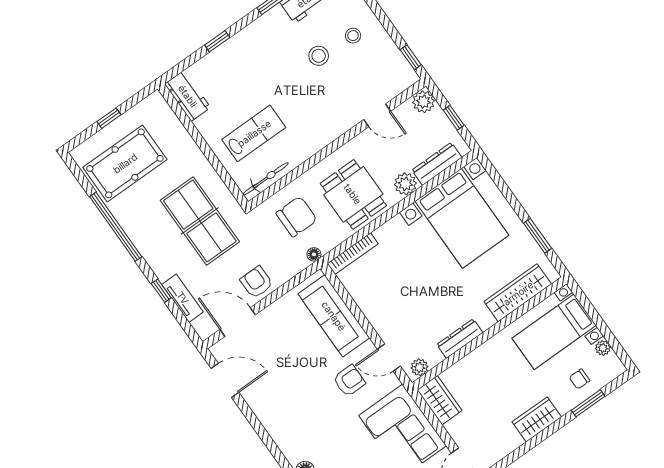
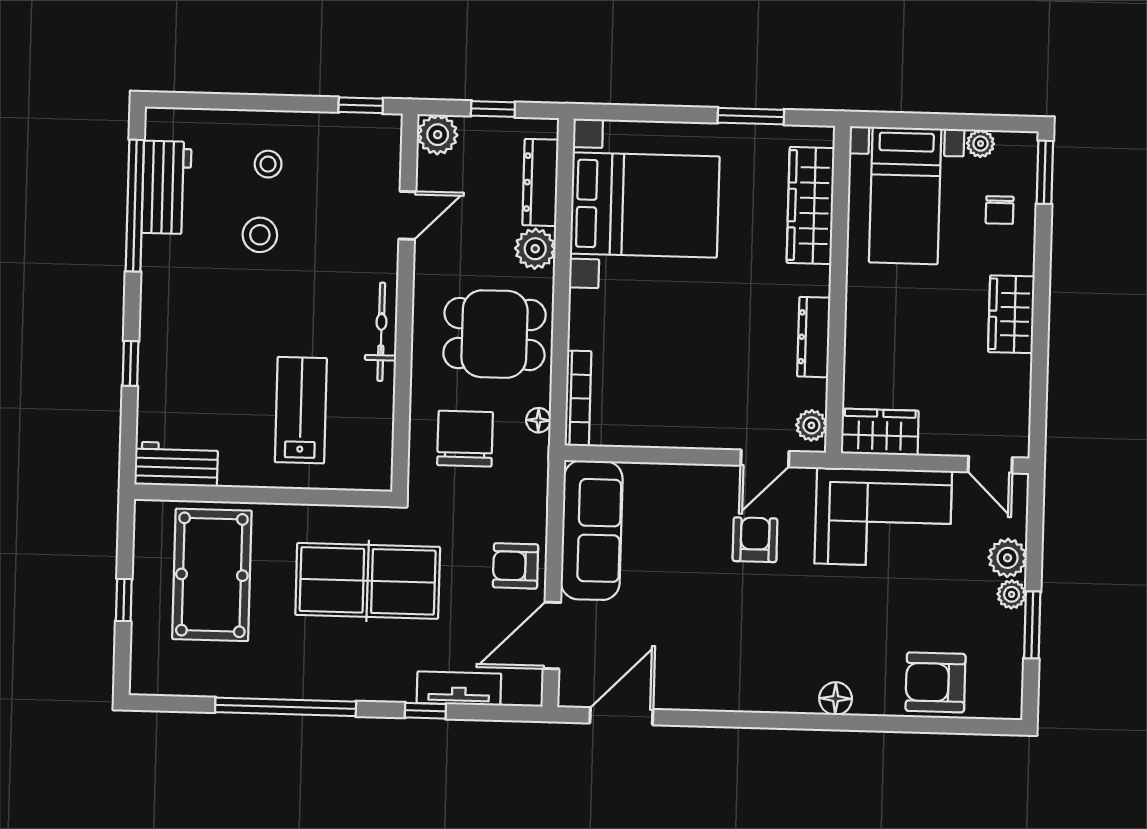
pool table: (125, 163) -> (212, 575), moved
bicycle: (266, 179) -> (381, 332), moved
floor lamp: (314, 254) -> (538, 420), moved
sofa: (334, 316) -> (592, 530), moved, turned -90
window: (588, 403) -> (1045, 172), moved

